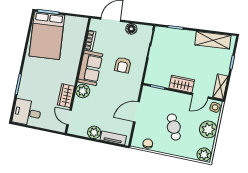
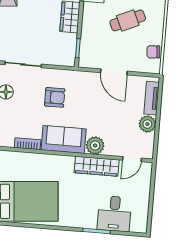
wardrobe: (66, 96) -> (97, 166), width x1.50
desk: (27, 113) -> (114, 214), moved

